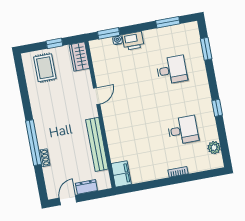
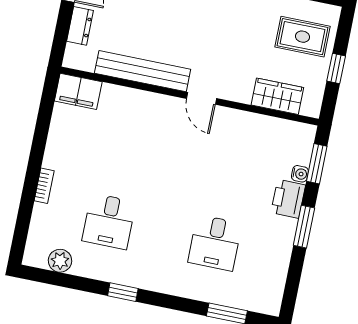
window: (168, 22) -> (304, 227), moved
wardrobe: (79, 56) -> (277, 96), moved
door: (97, 96) -> (202, 98), moved

